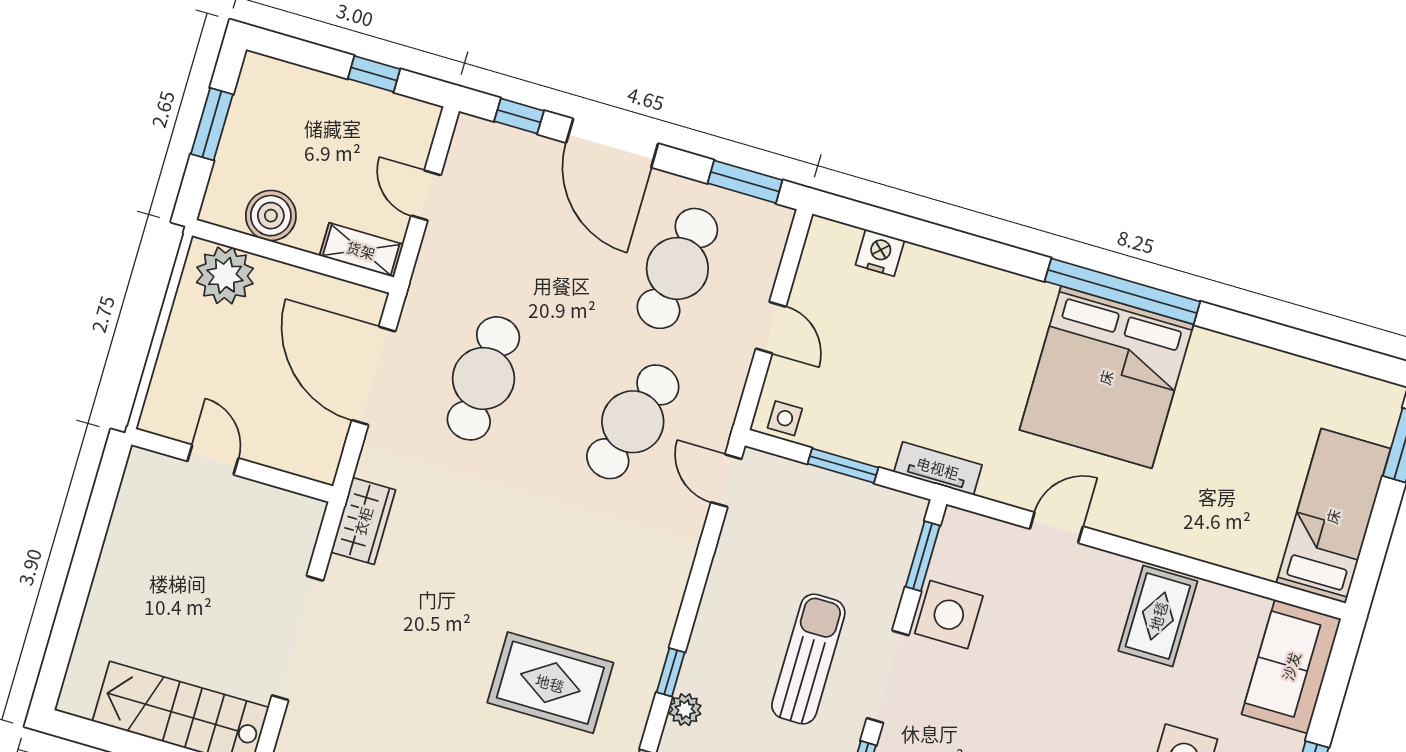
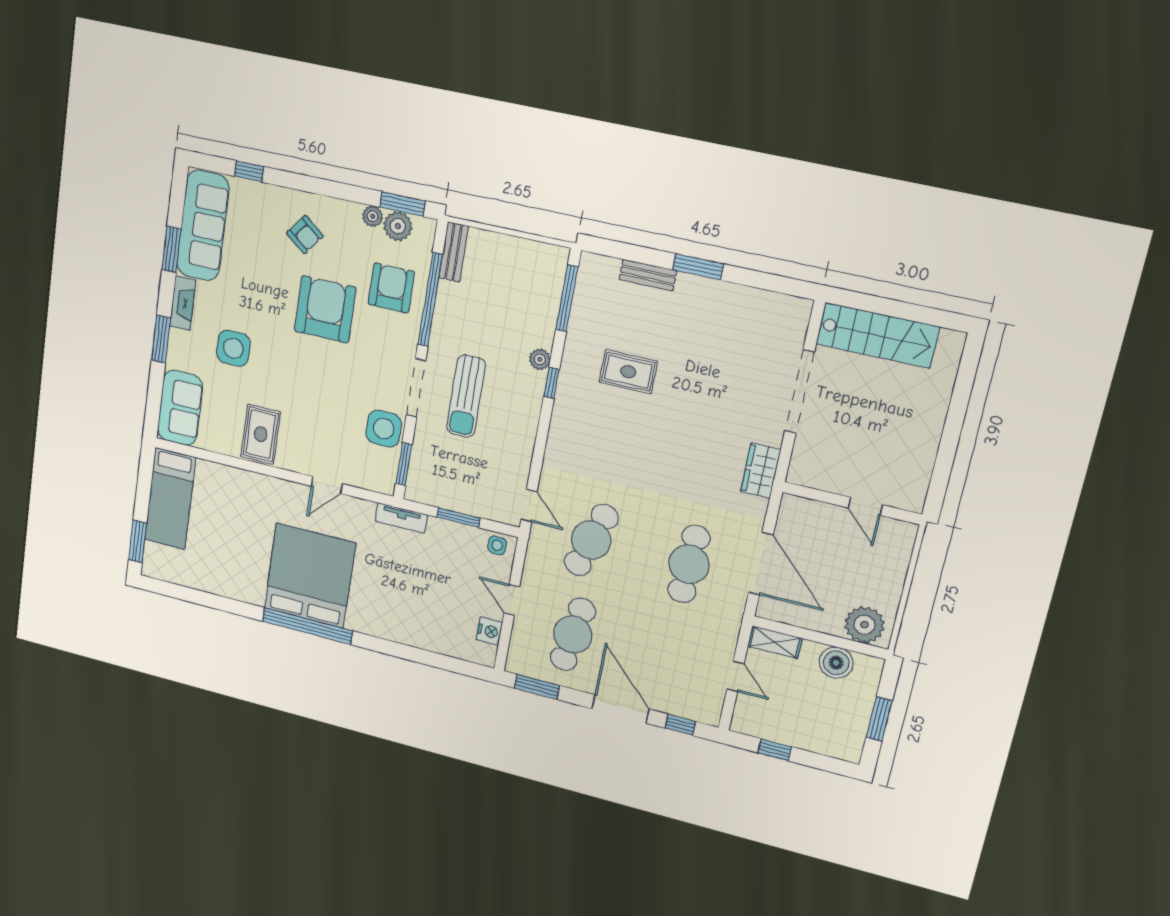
nightstand: (880, 253) -> (489, 631), moved, turned -90
rug: (550, 683) -> (628, 372), width x0.73, depth x0.70

